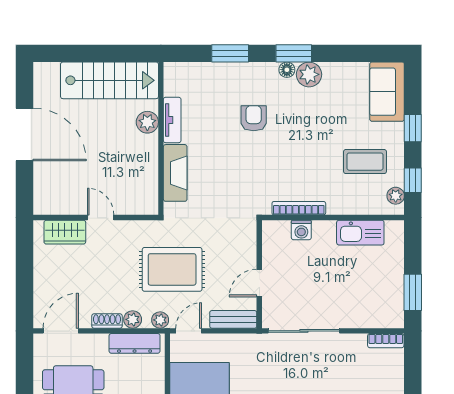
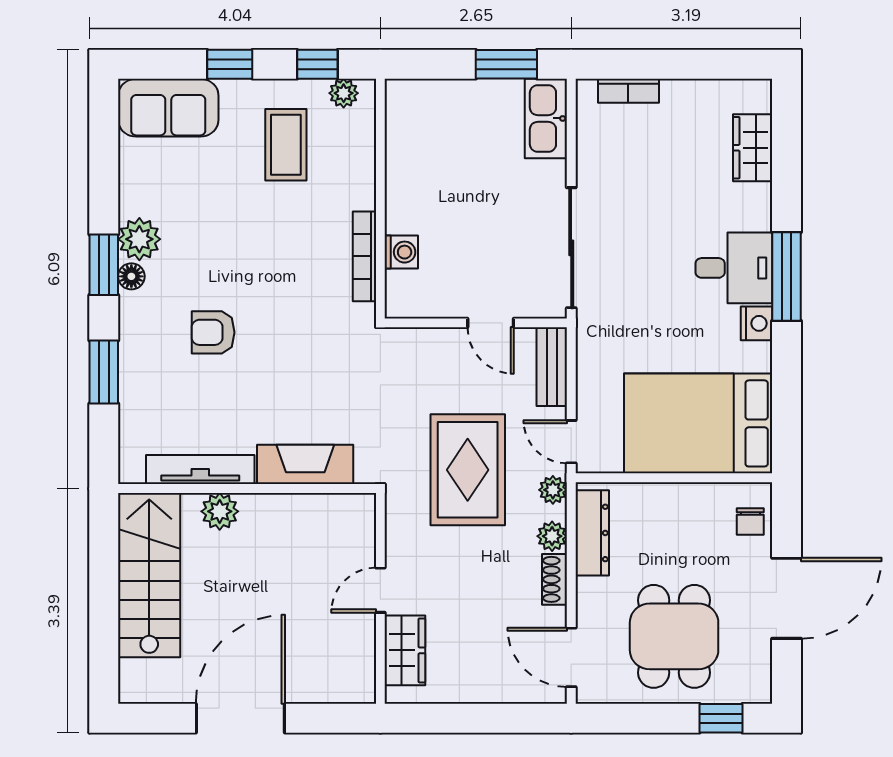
tv unit: (172, 120) -> (200, 470), width x1.41
kitchen sink: (360, 233) -> (546, 118), moved, turned 180
bookcase: (386, 341) -> (628, 91), moved, turned 90

